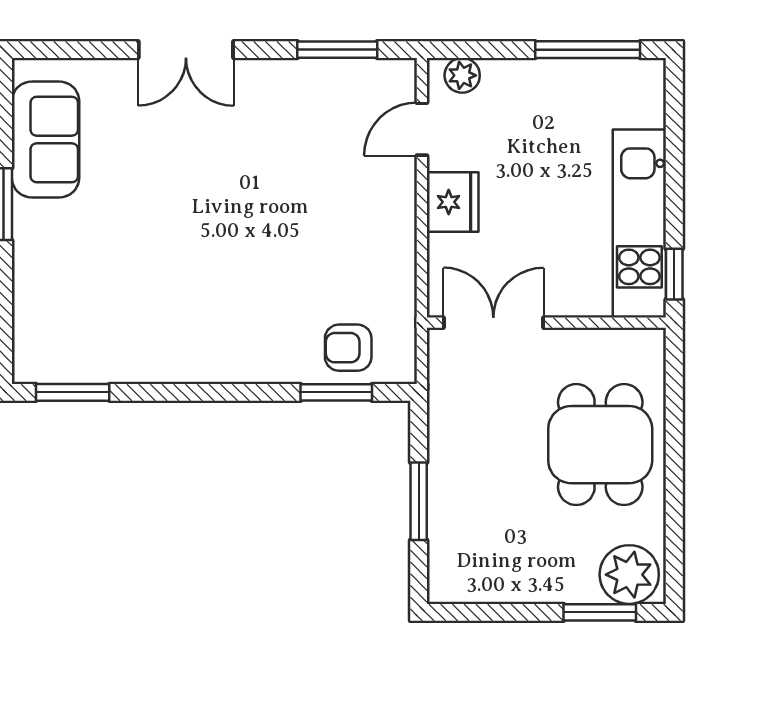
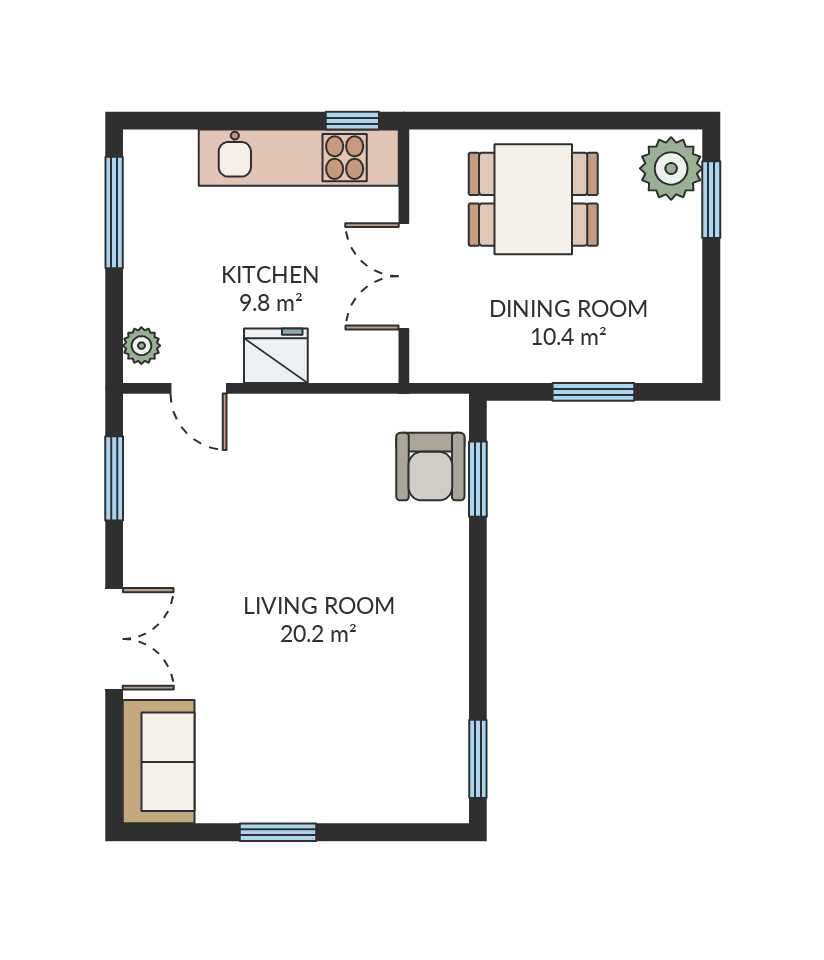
sofa: (46, 139) -> (159, 762), moved, turned 90
double door: (493, 323) -> (404, 276), moved
armchair: (348, 348) -> (430, 467), width x1.38, depth x1.38

